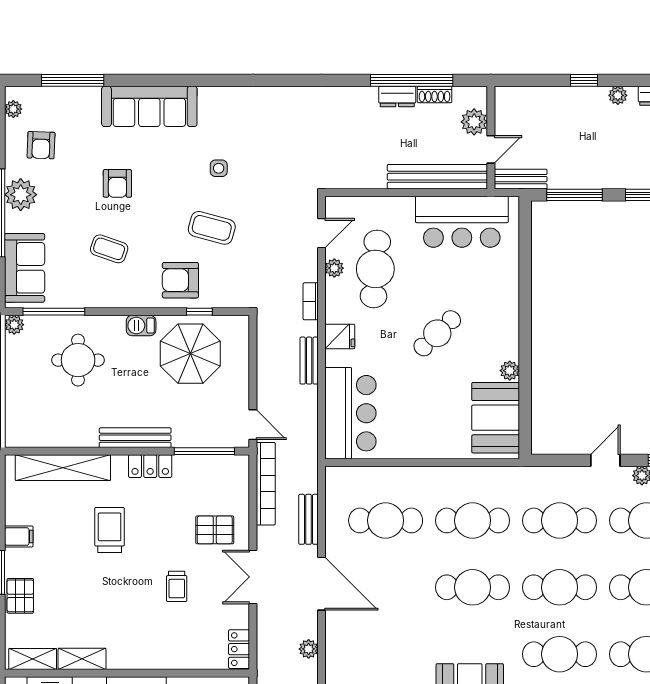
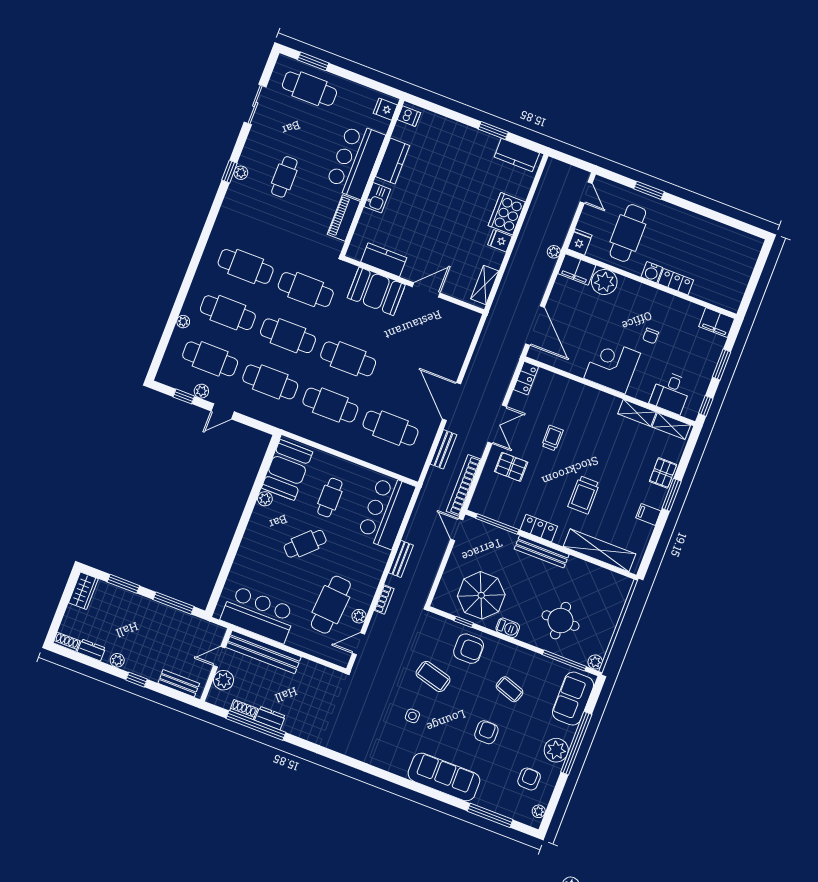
bench: (521, 179) -> (179, 683), moved
fridge: (340, 337) -> (373, 567), removed
cafe table: (428, 404) -> (330, 498), added
plant: (309, 649) -> (478, 360), removed

